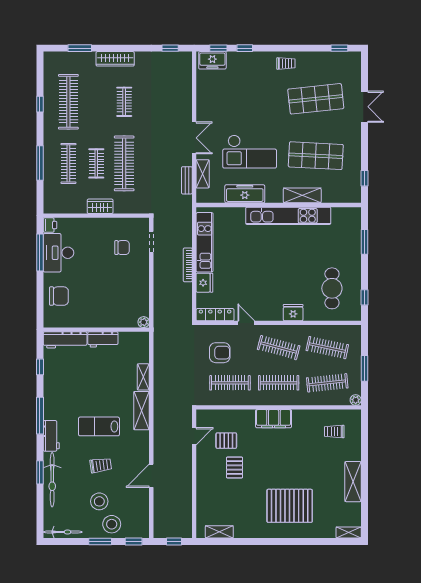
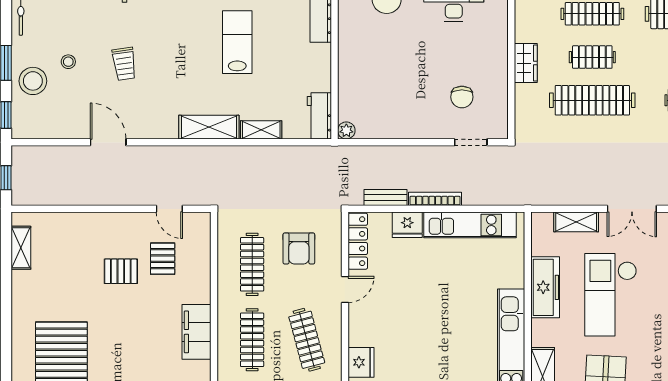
bench: (187, 180) -> (386, 198), moved
workbench: (103, 339) -> (319, 116), moved
clothes rail: (279, 348) -> (307, 340), turned -30
lab bench: (99, 426) -> (237, 42), moved
stool: (99, 501) -> (68, 62), width x0.53, depth x0.53

